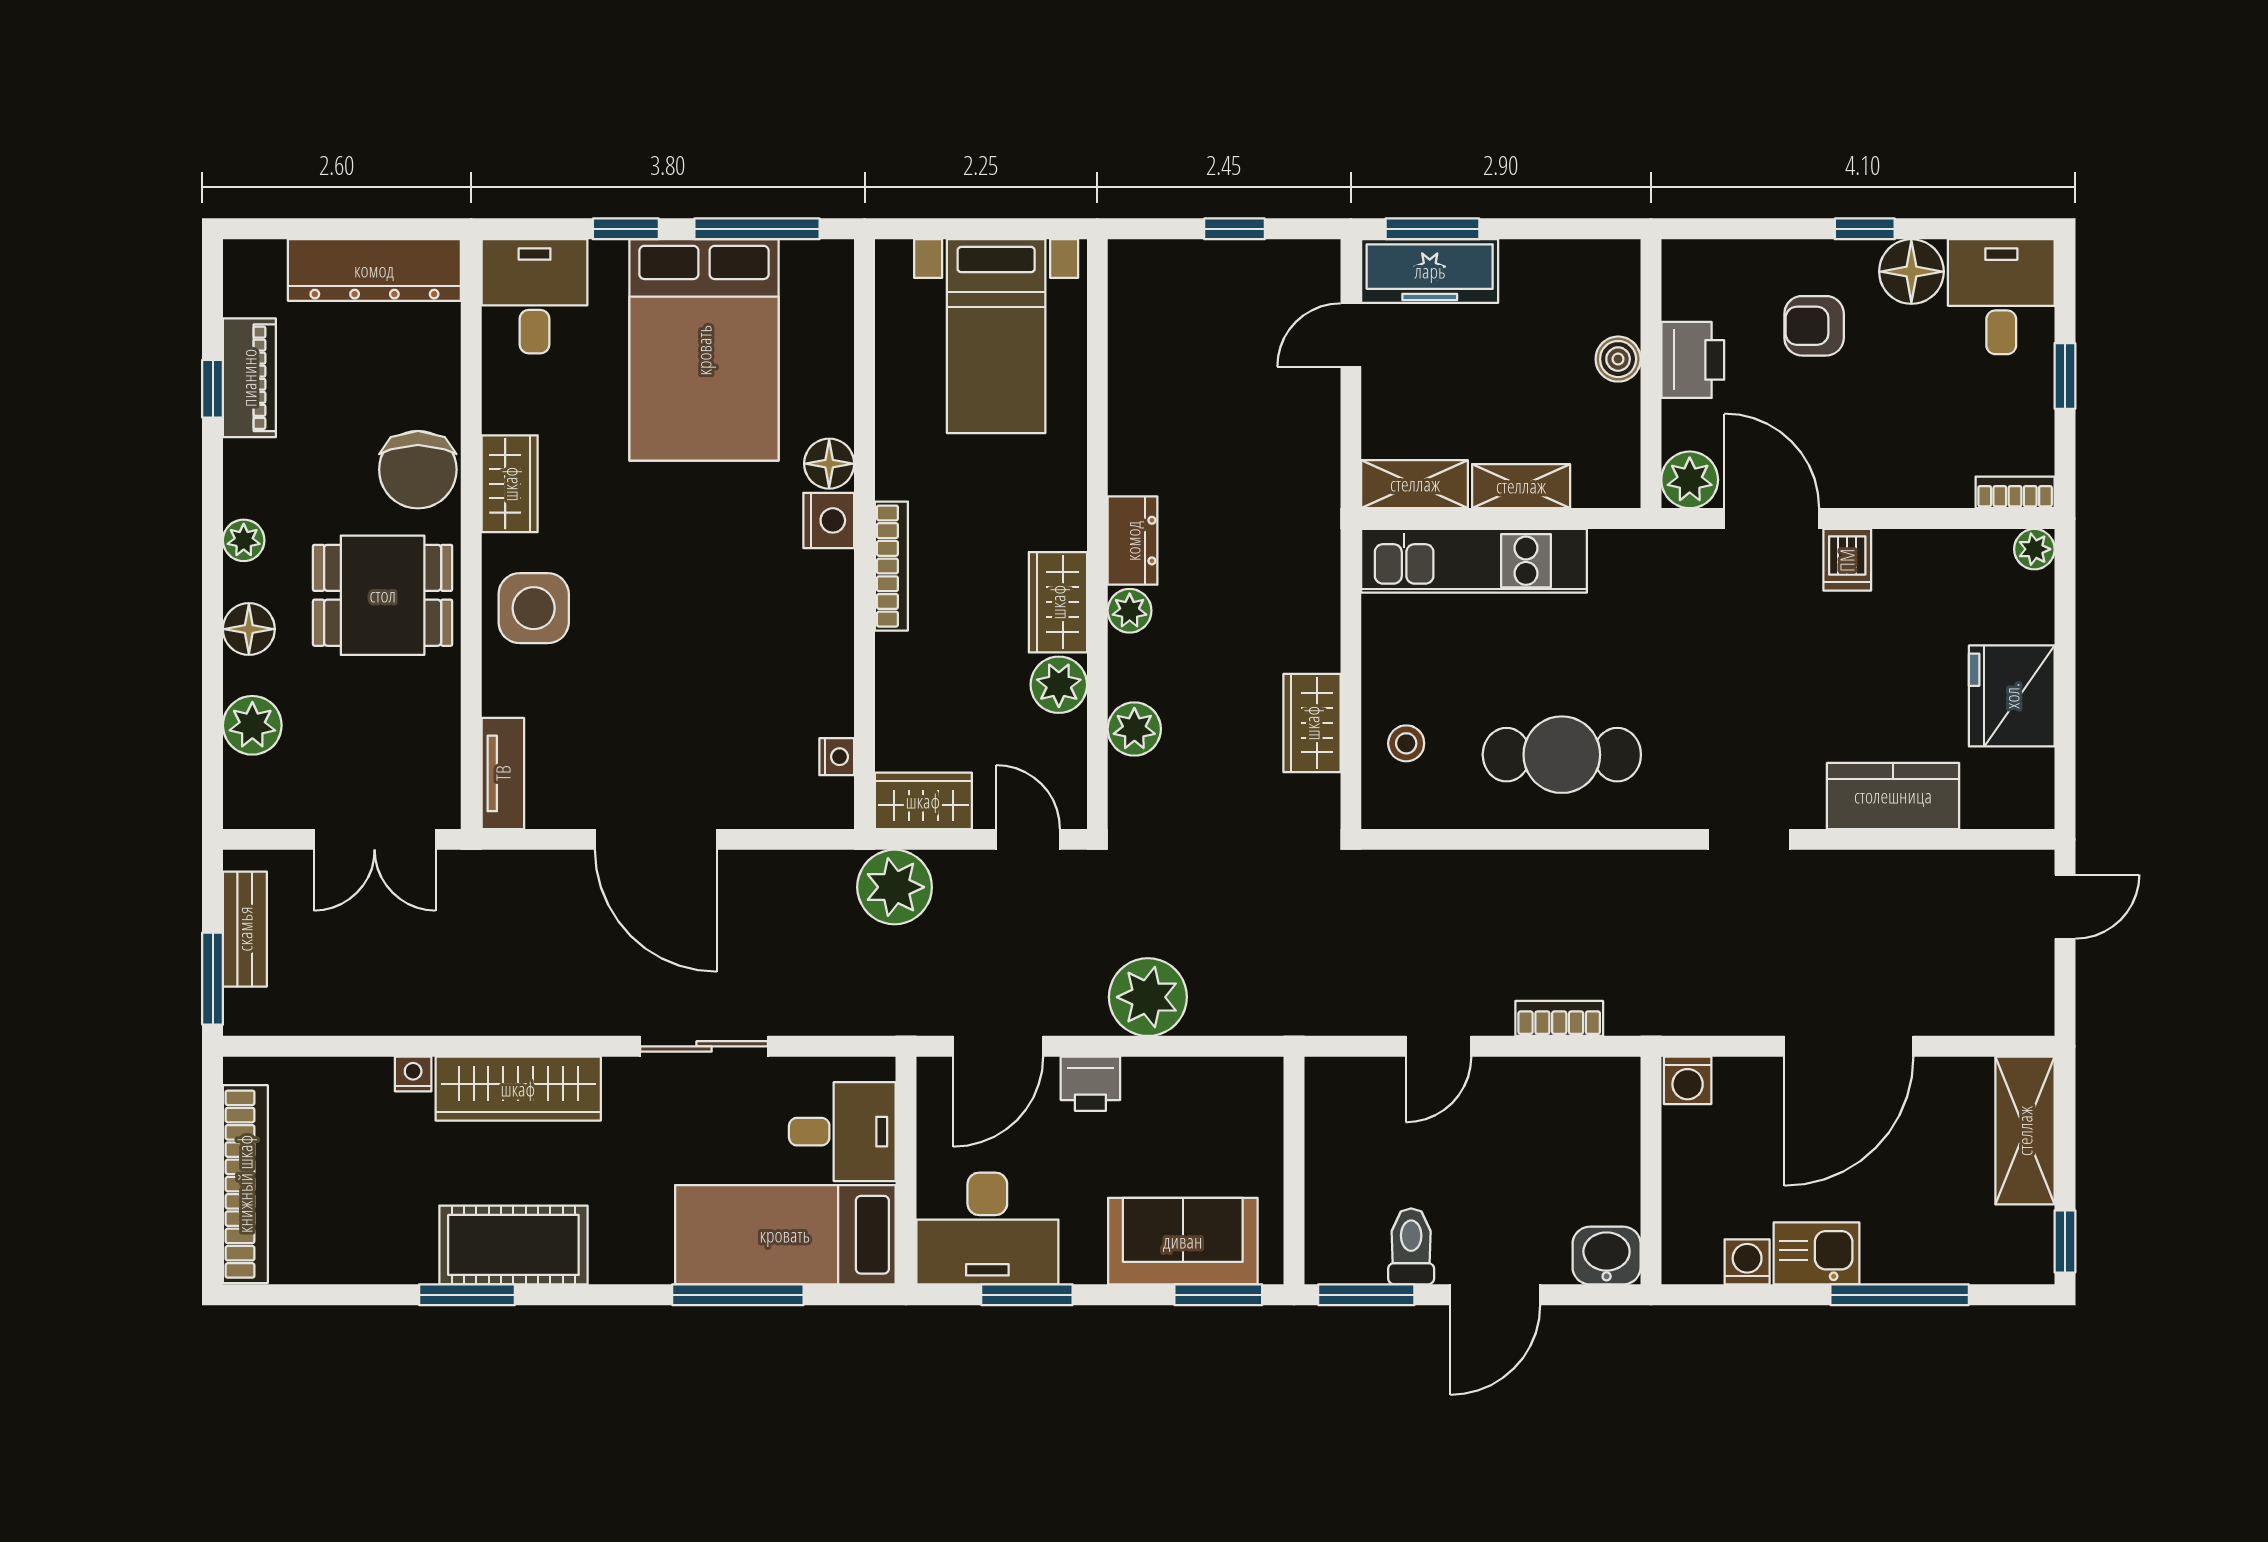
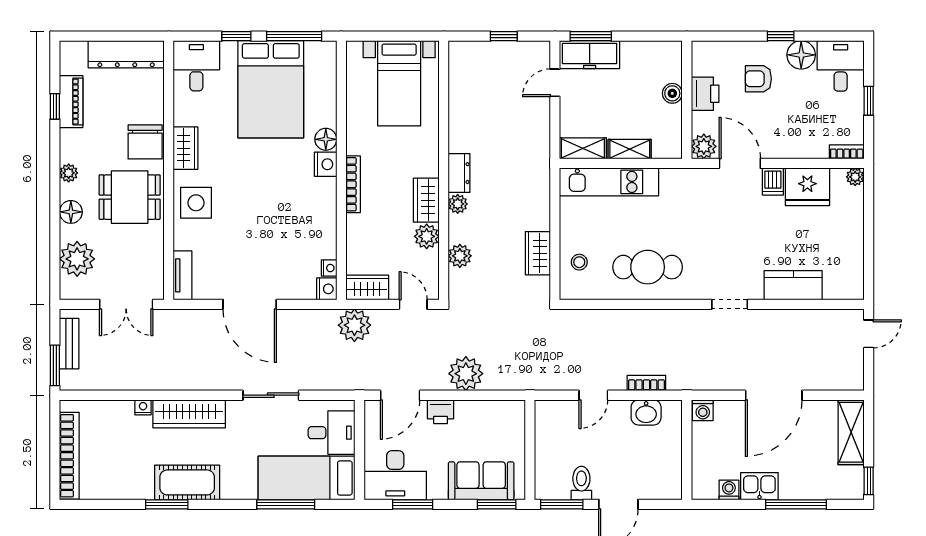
fridge: (2012, 696) -> (807, 187), moved, turned -90
plant: (252, 725) -> (77, 259), width x1.36, depth x1.36
nightstand: (831, 804) -> (327, 289), added
washbasin: (1607, 1256) -> (646, 412), moved, turned 180

